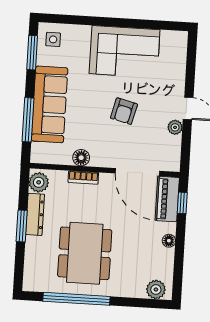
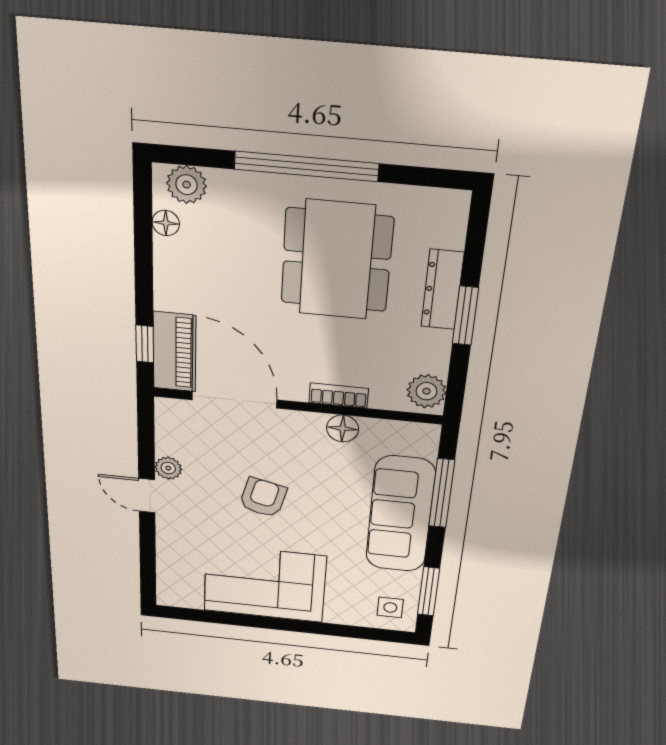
dresser: (35, 214) -> (442, 290), moved
floor lamp: (169, 241) -> (166, 223), moved
window: (76, 299) -> (306, 166), moved

